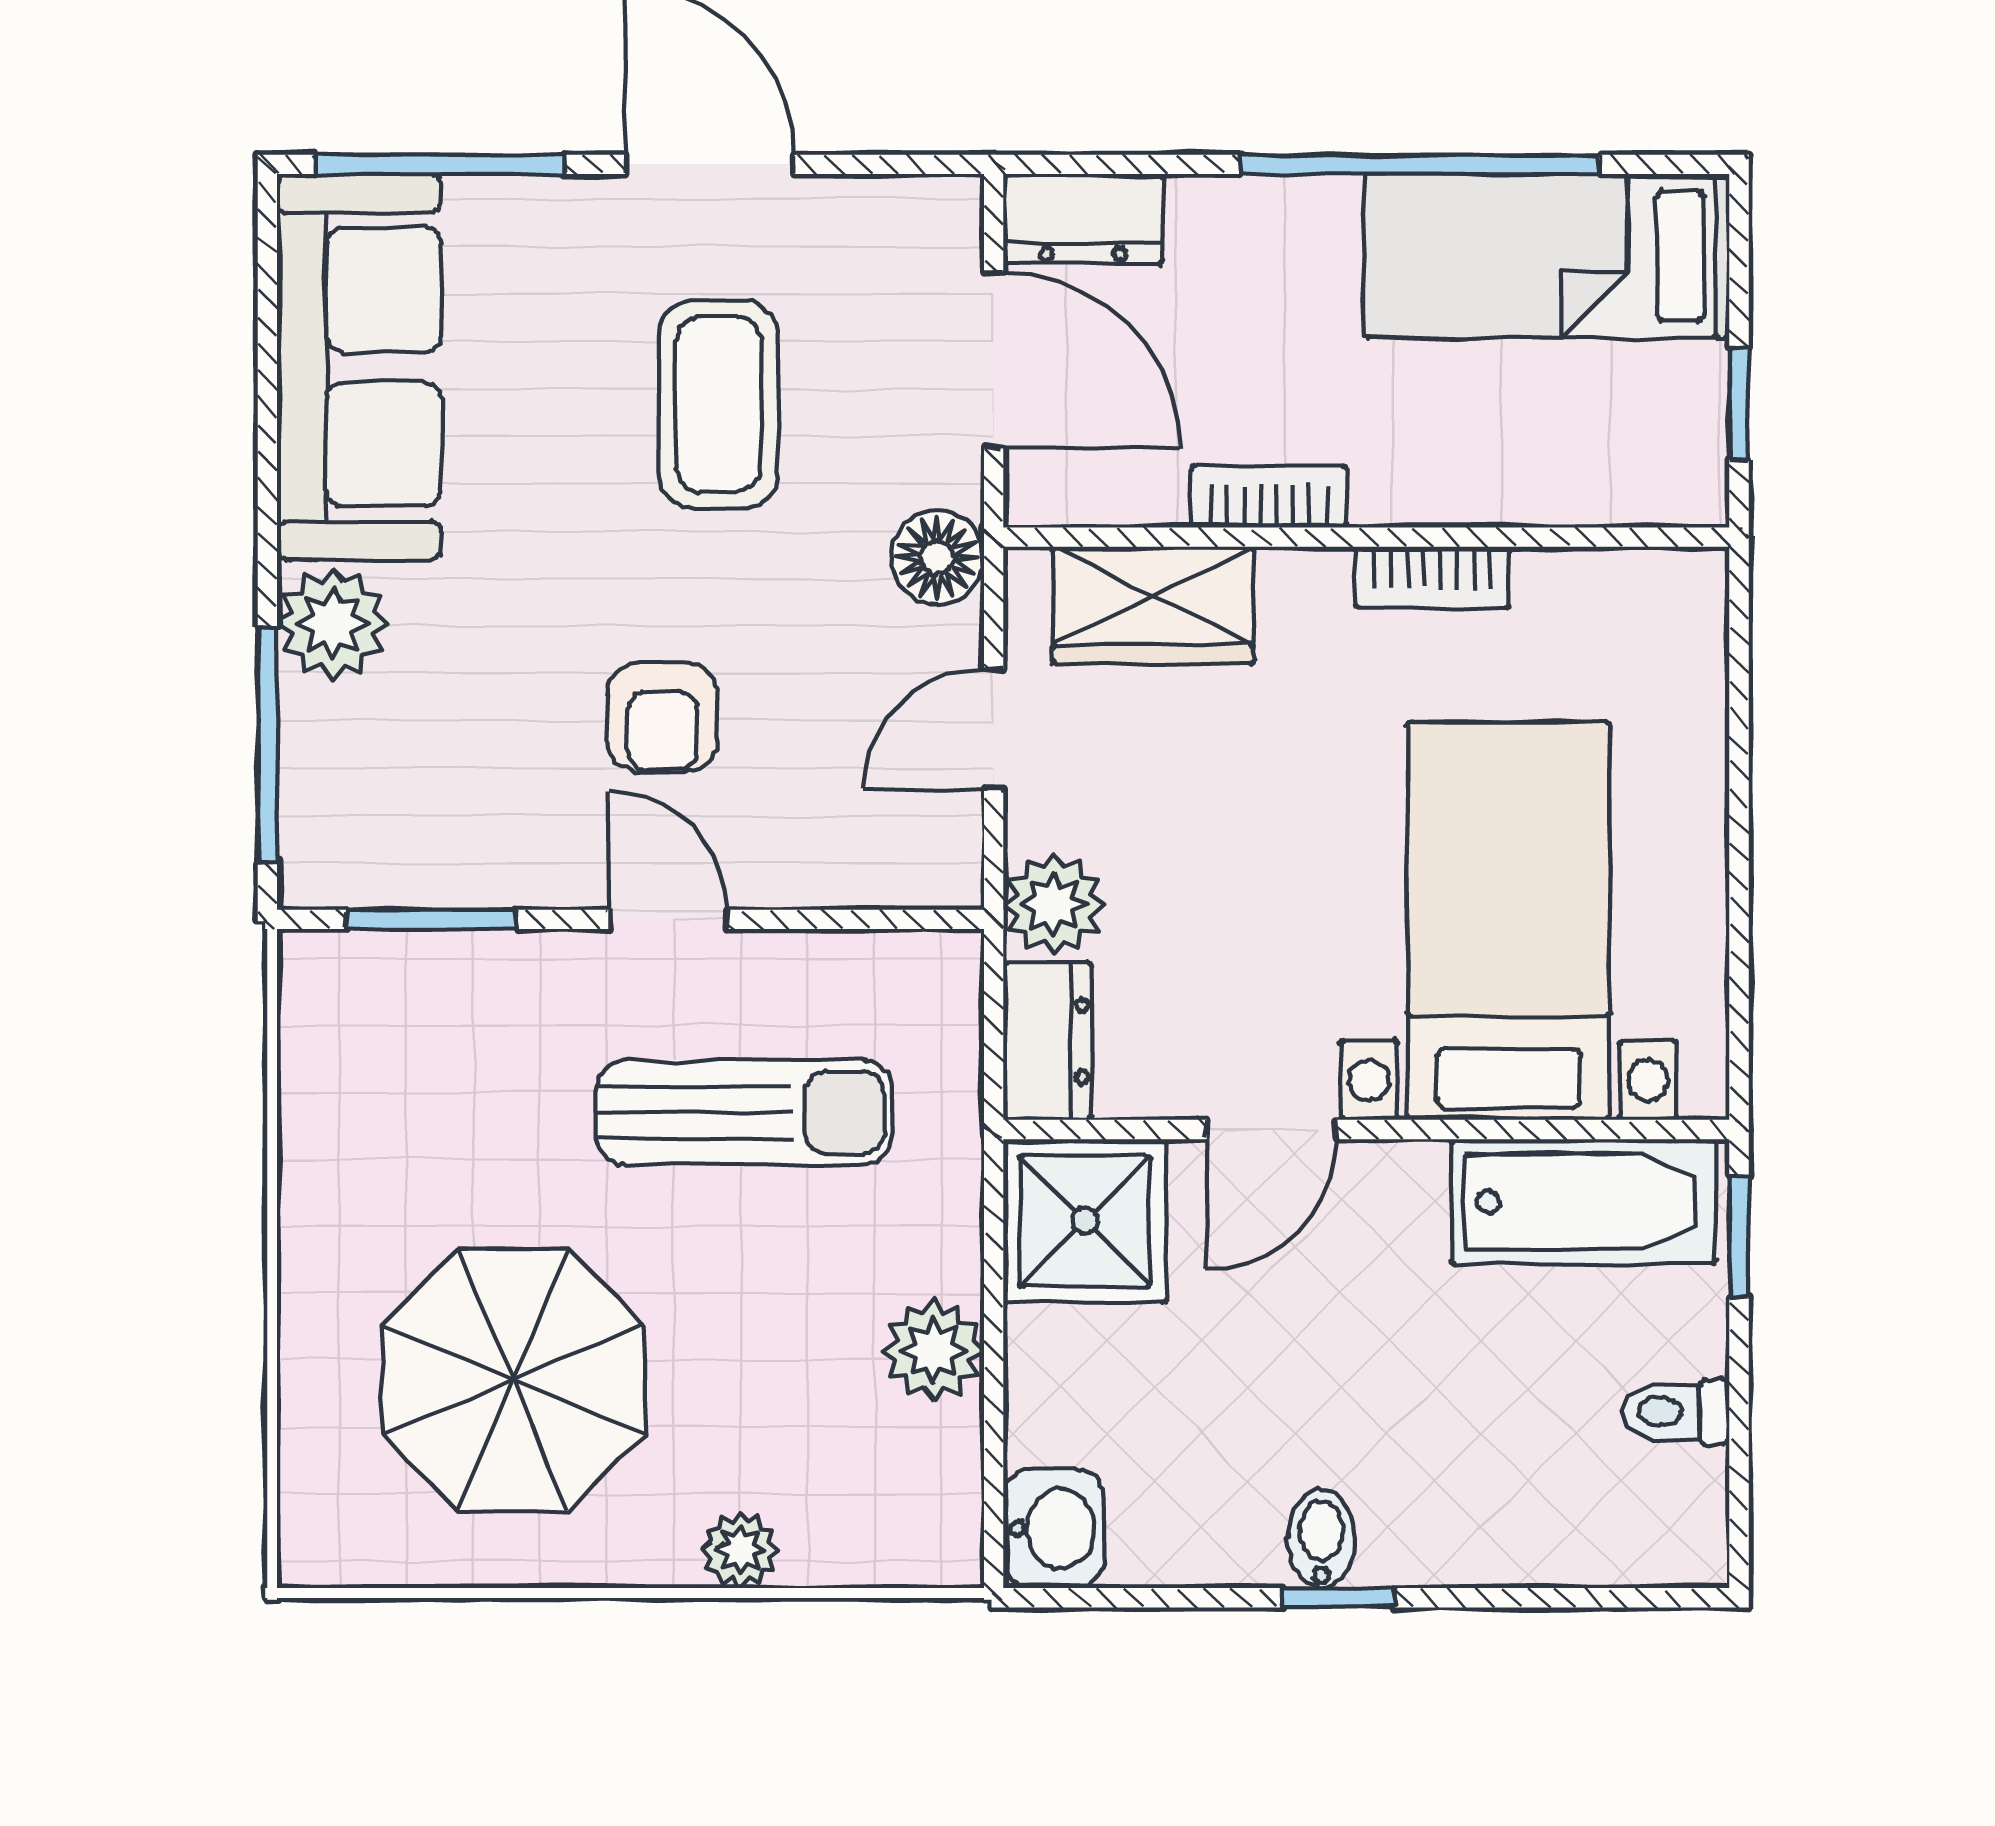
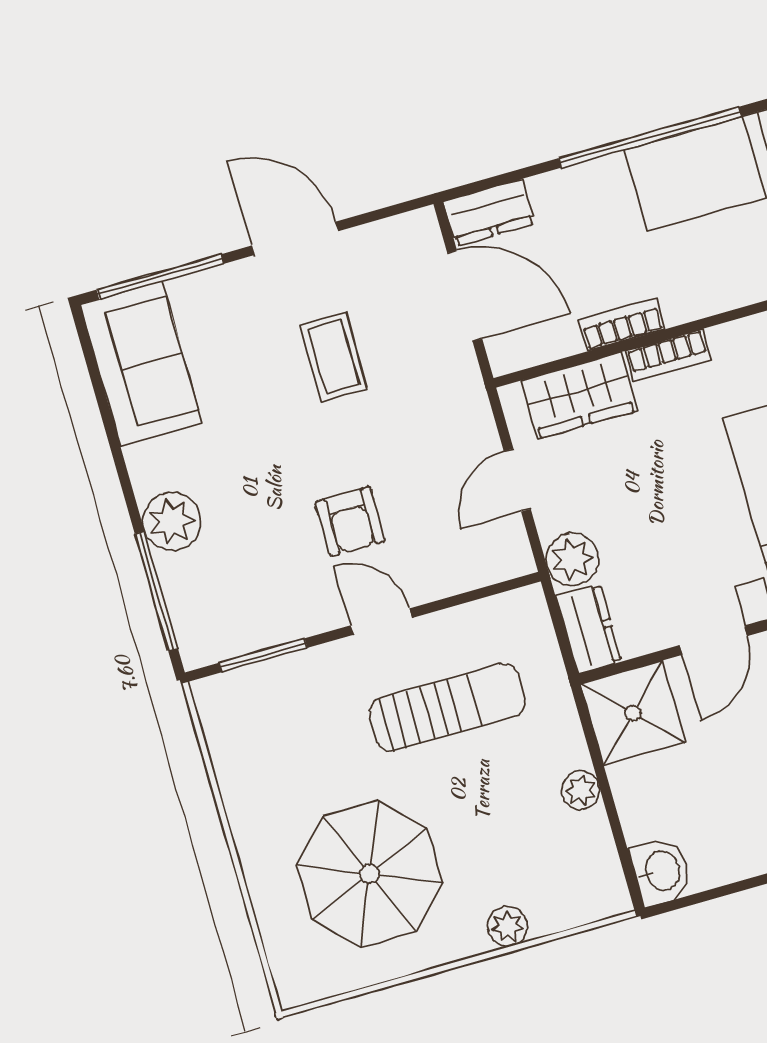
sofa: (359, 367) -> (141, 364), width x0.73
coffee table: (718, 404) -> (333, 357), width x0.73, depth x0.77
floor lamp: (938, 558) -> (465, 403), removed
bookcase: (1432, 578) -> (668, 355), moved
plant: (933, 1350) -> (581, 790), width x0.73, depth x0.73

